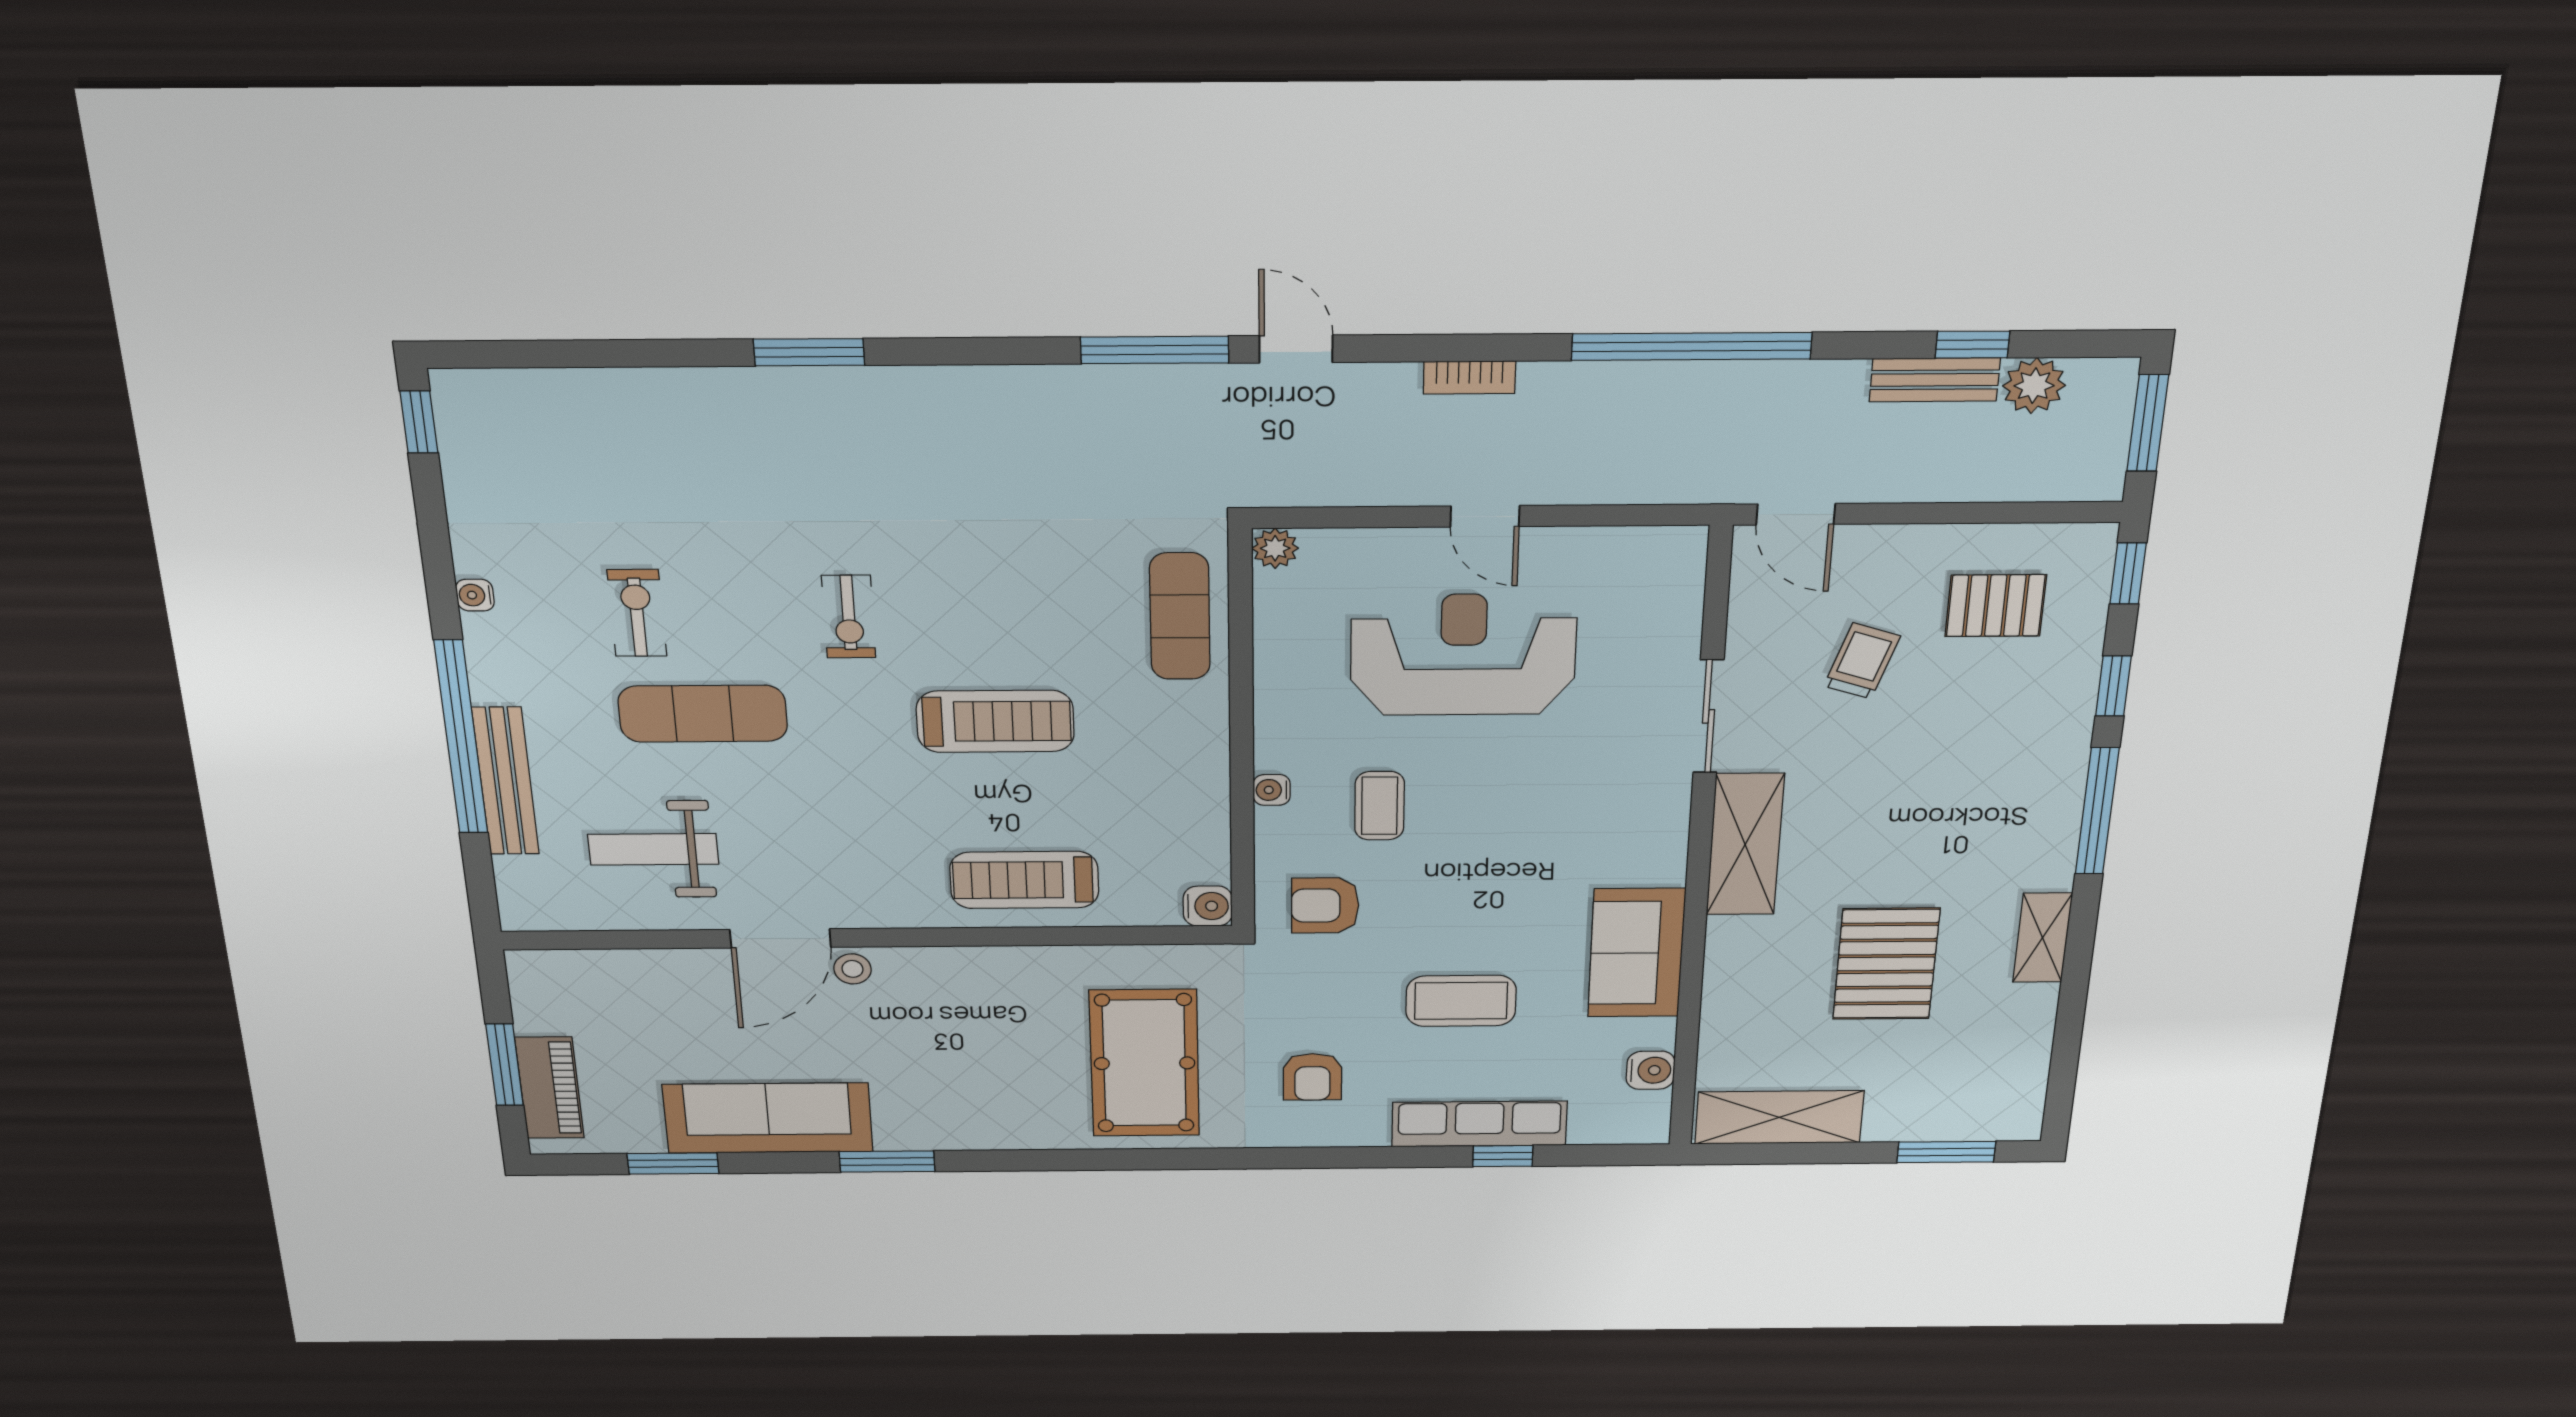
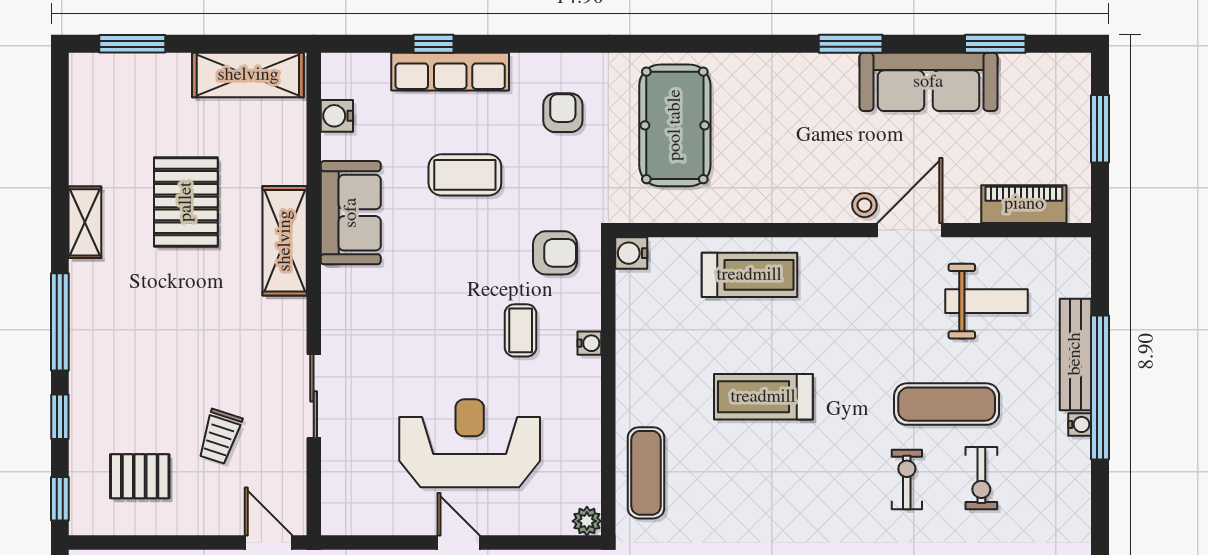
water cooler: (475, 595) -> (1080, 424), moved
exercise bike: (849, 617) -> (907, 479), moved
reception desk: (1463, 655) -> (470, 443), turned 180
shelving: (1745, 844) -> (285, 241), moved
piano: (550, 1088) -> (1024, 204), moved, turned 90

